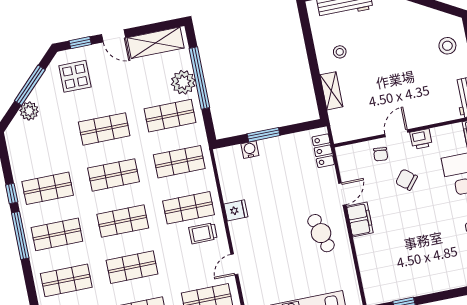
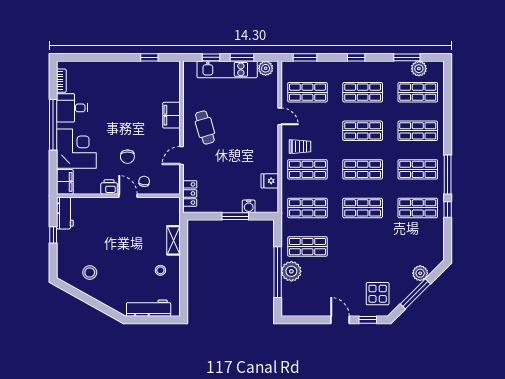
shelving: (156, 43) -> (307, 308), removed
stool: (447, 46) -> (90, 272), moved
shop shelf: (104, 129) -> (363, 247), removed
door: (396, 133) -> (128, 196), swing flipped
chair: (406, 180) -> (127, 157), turned 51
fridge: (236, 210) -> (270, 181), moved
filing cabinet: (360, 219) -> (171, 115), moved
door: (234, 264) -> (280, 116), hinge flipped

